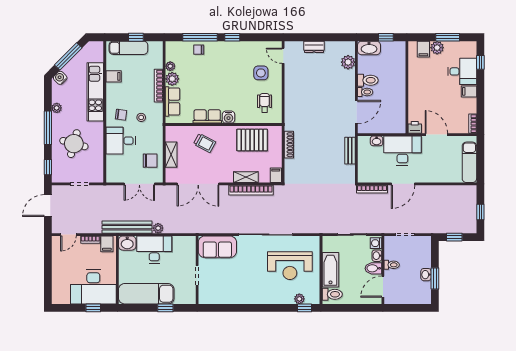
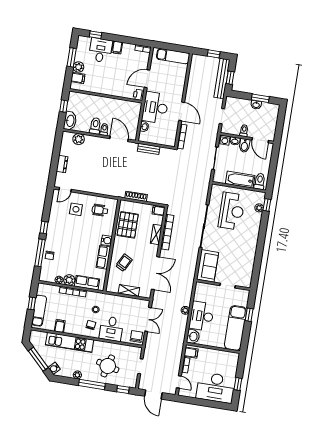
chair: (150, 161) -> (136, 337), moved
bench: (127, 227) -> (222, 78), moved
desk: (93, 287) -> (216, 388), moved, turned 90
window: (93, 308) -> (238, 384), moved

